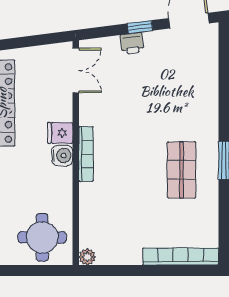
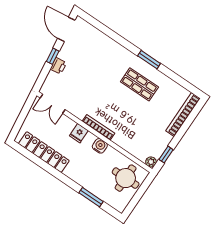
double door: (76, 70) -> (53, 104), swing flipped
water cooler: (62, 156) -> (100, 146), moved
window: (111, 270) -> (166, 155), added

